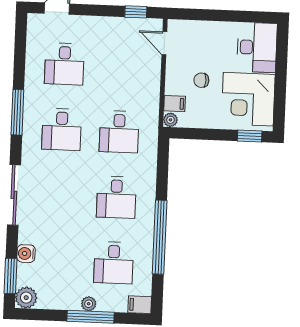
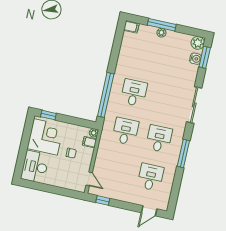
window: (160, 237) -> (106, 95), moved
water cooler: (26, 254) -> (195, 59), moved
desk: (114, 263) -> (142, 54), removed

